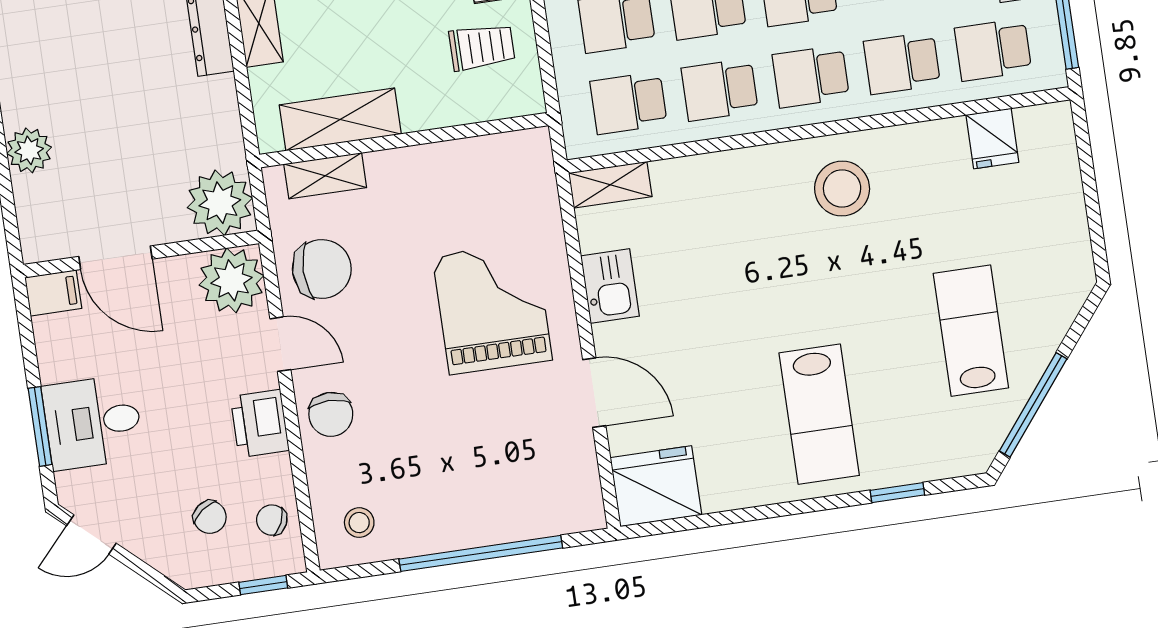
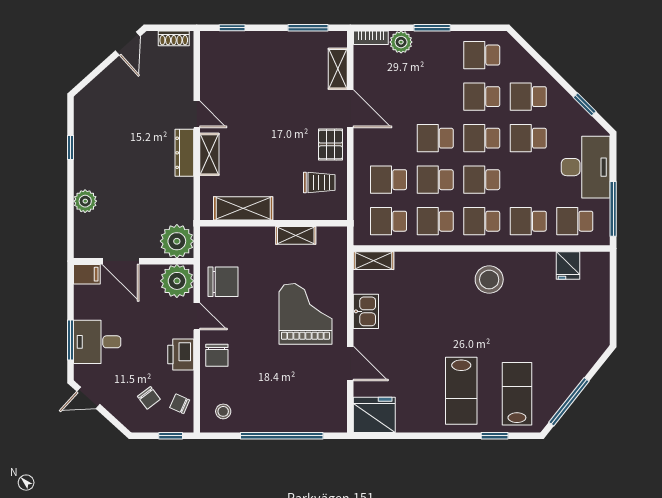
shelving: (325, 176) -> (296, 235), moved
lab bench: (971, 331) -> (517, 394), moved

